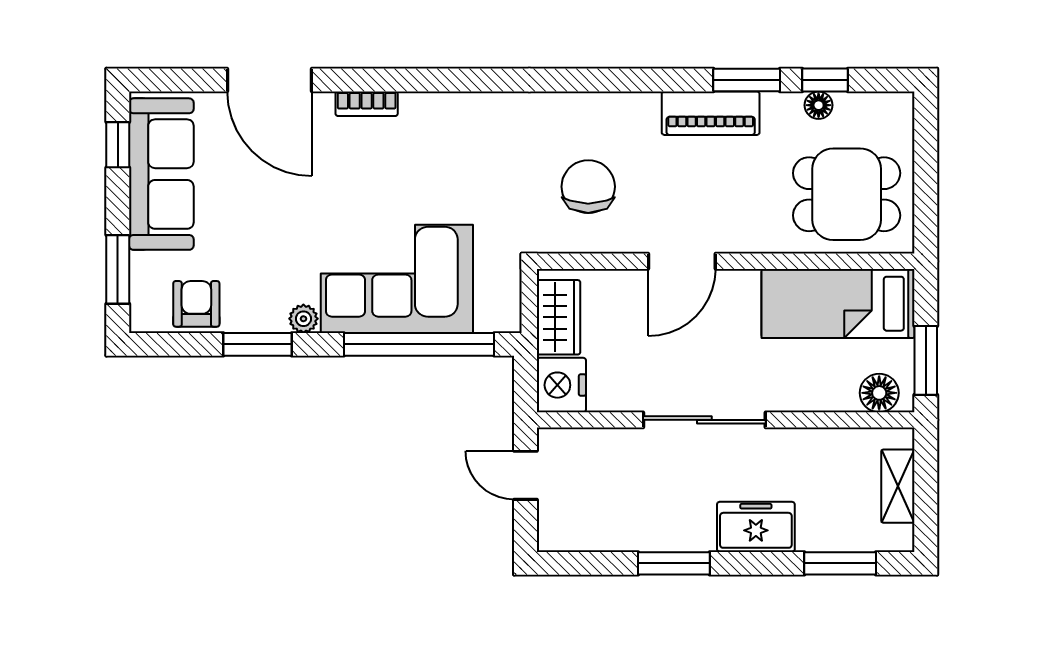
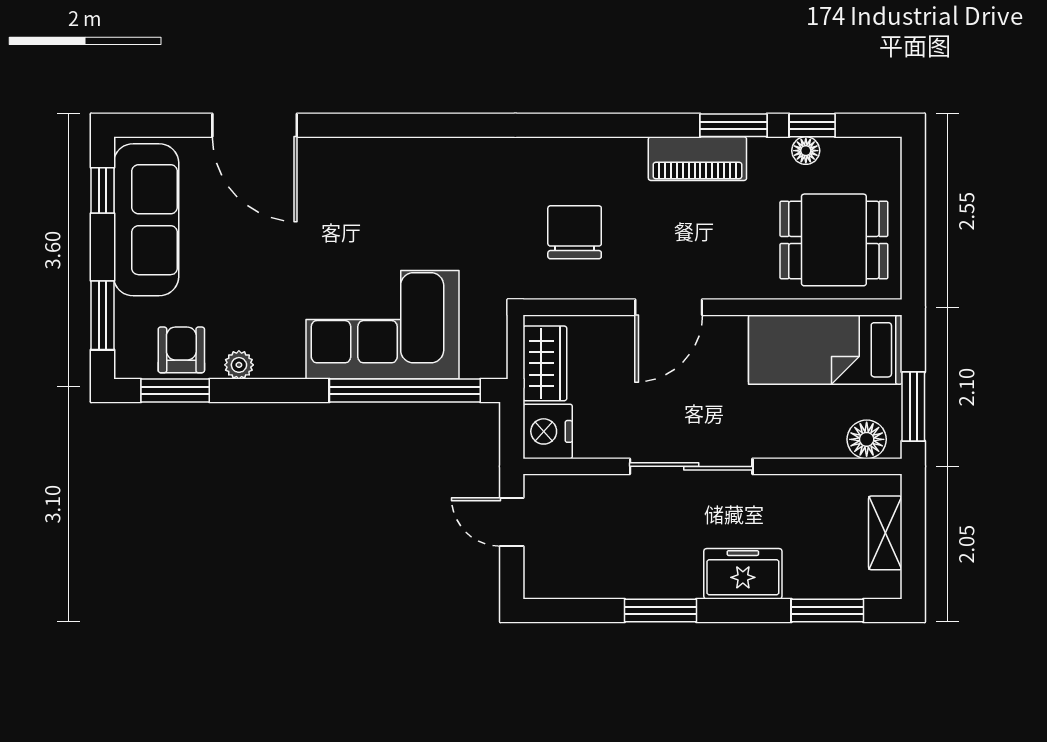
bookcase: (367, 104) -> (352, 149), removed
plant: (303, 319) -> (239, 365), moved
window: (257, 344) -> (175, 391), moved

